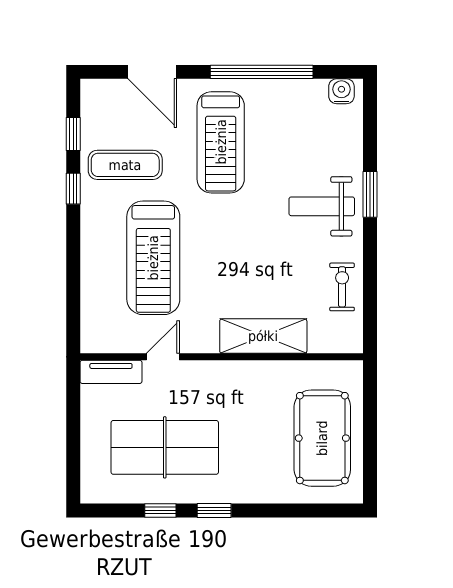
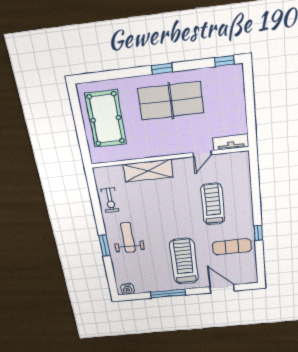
window: (262, 72) -> (168, 294), width x0.68
window: (73, 134) -> (260, 258), removed
weight bench: (322, 206) -> (128, 238), turned -90
treadmill: (153, 258) -> (213, 204), width x0.73, depth x0.73
table tennis table: (165, 447) -> (171, 101), moved
window: (160, 511) -> (224, 61), moved

